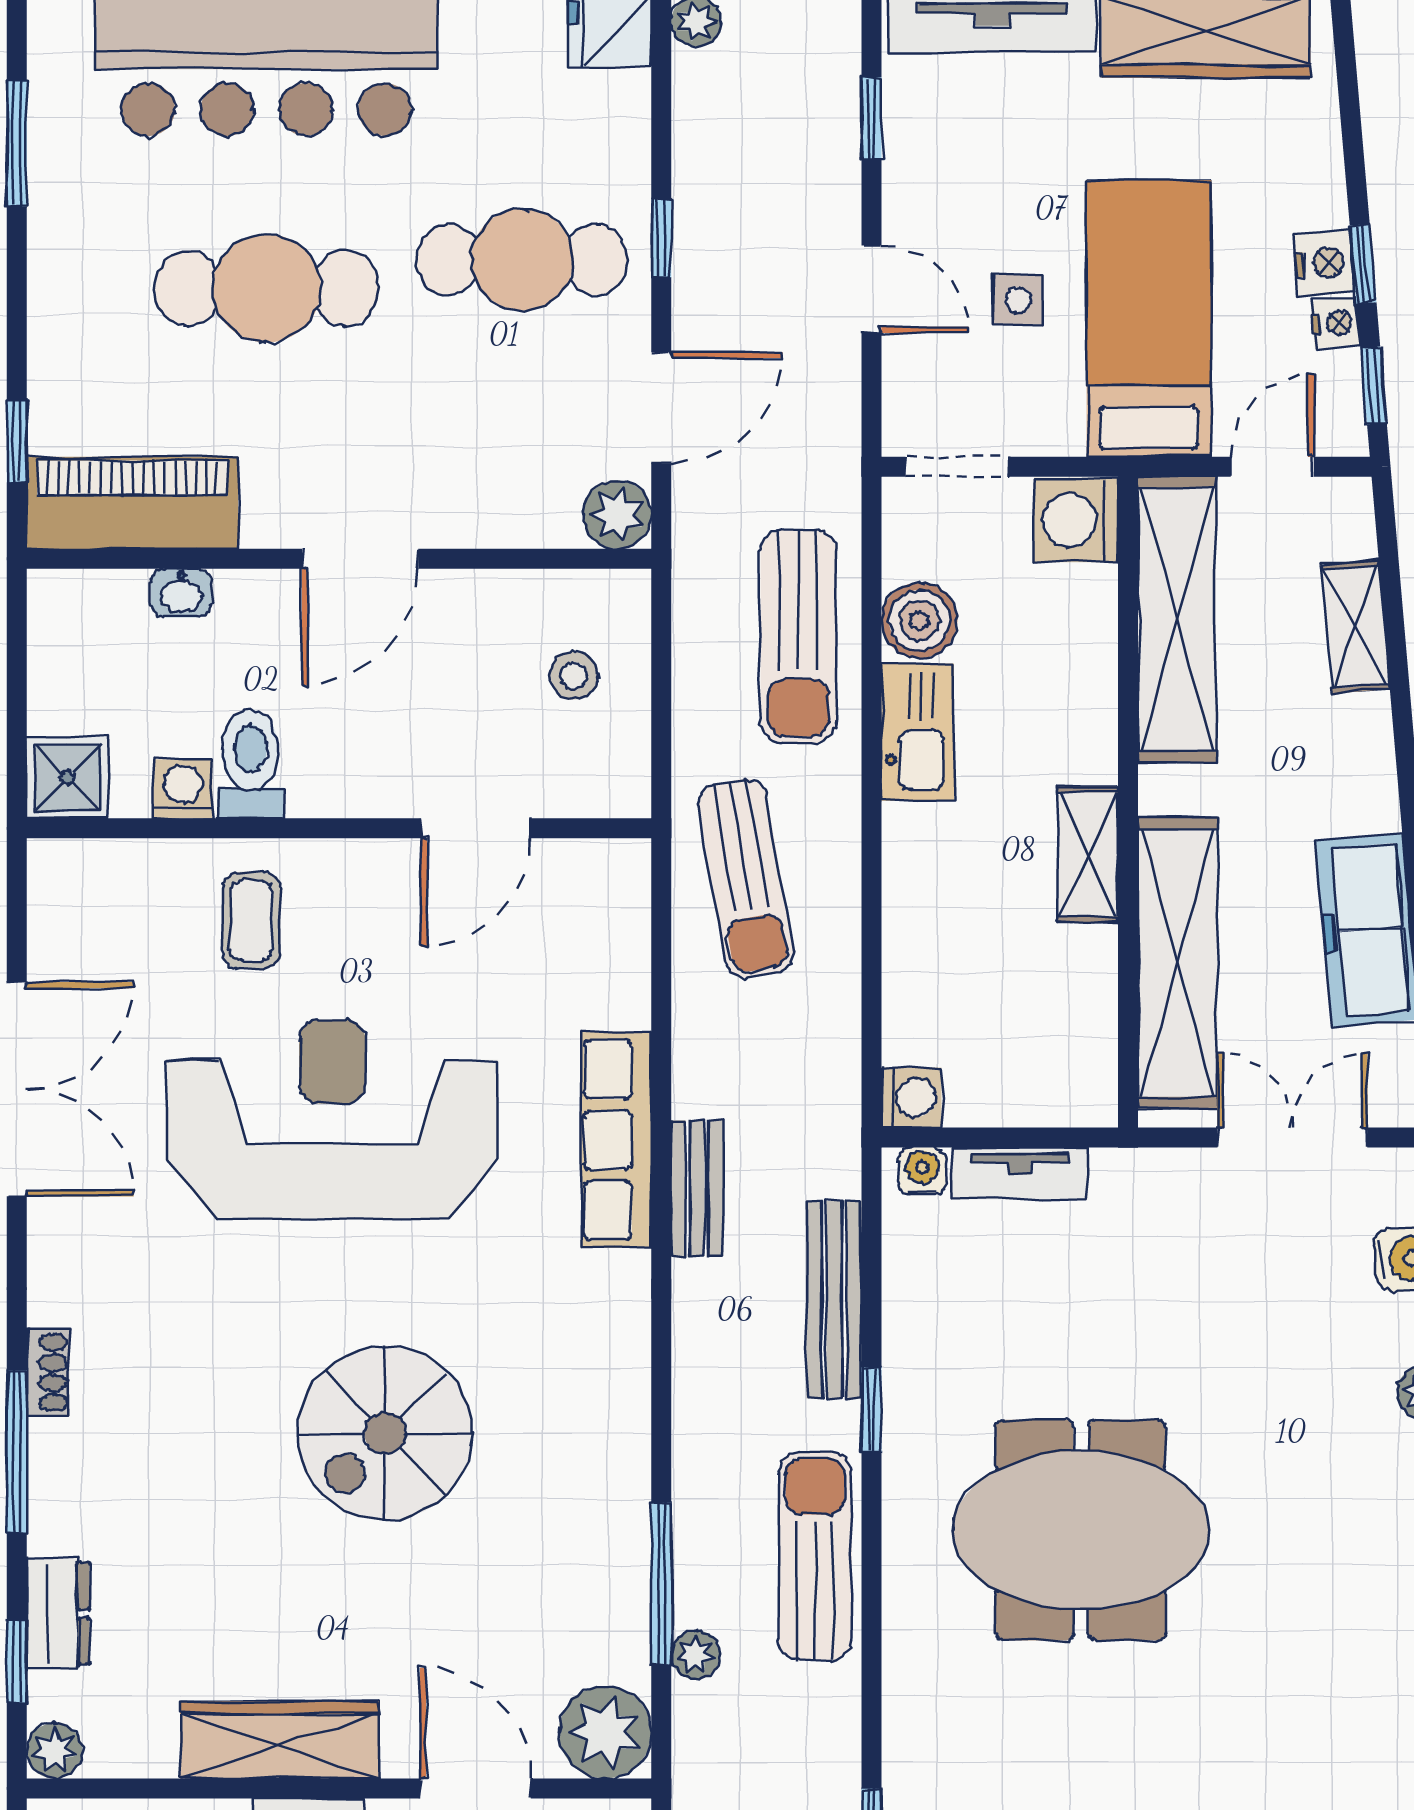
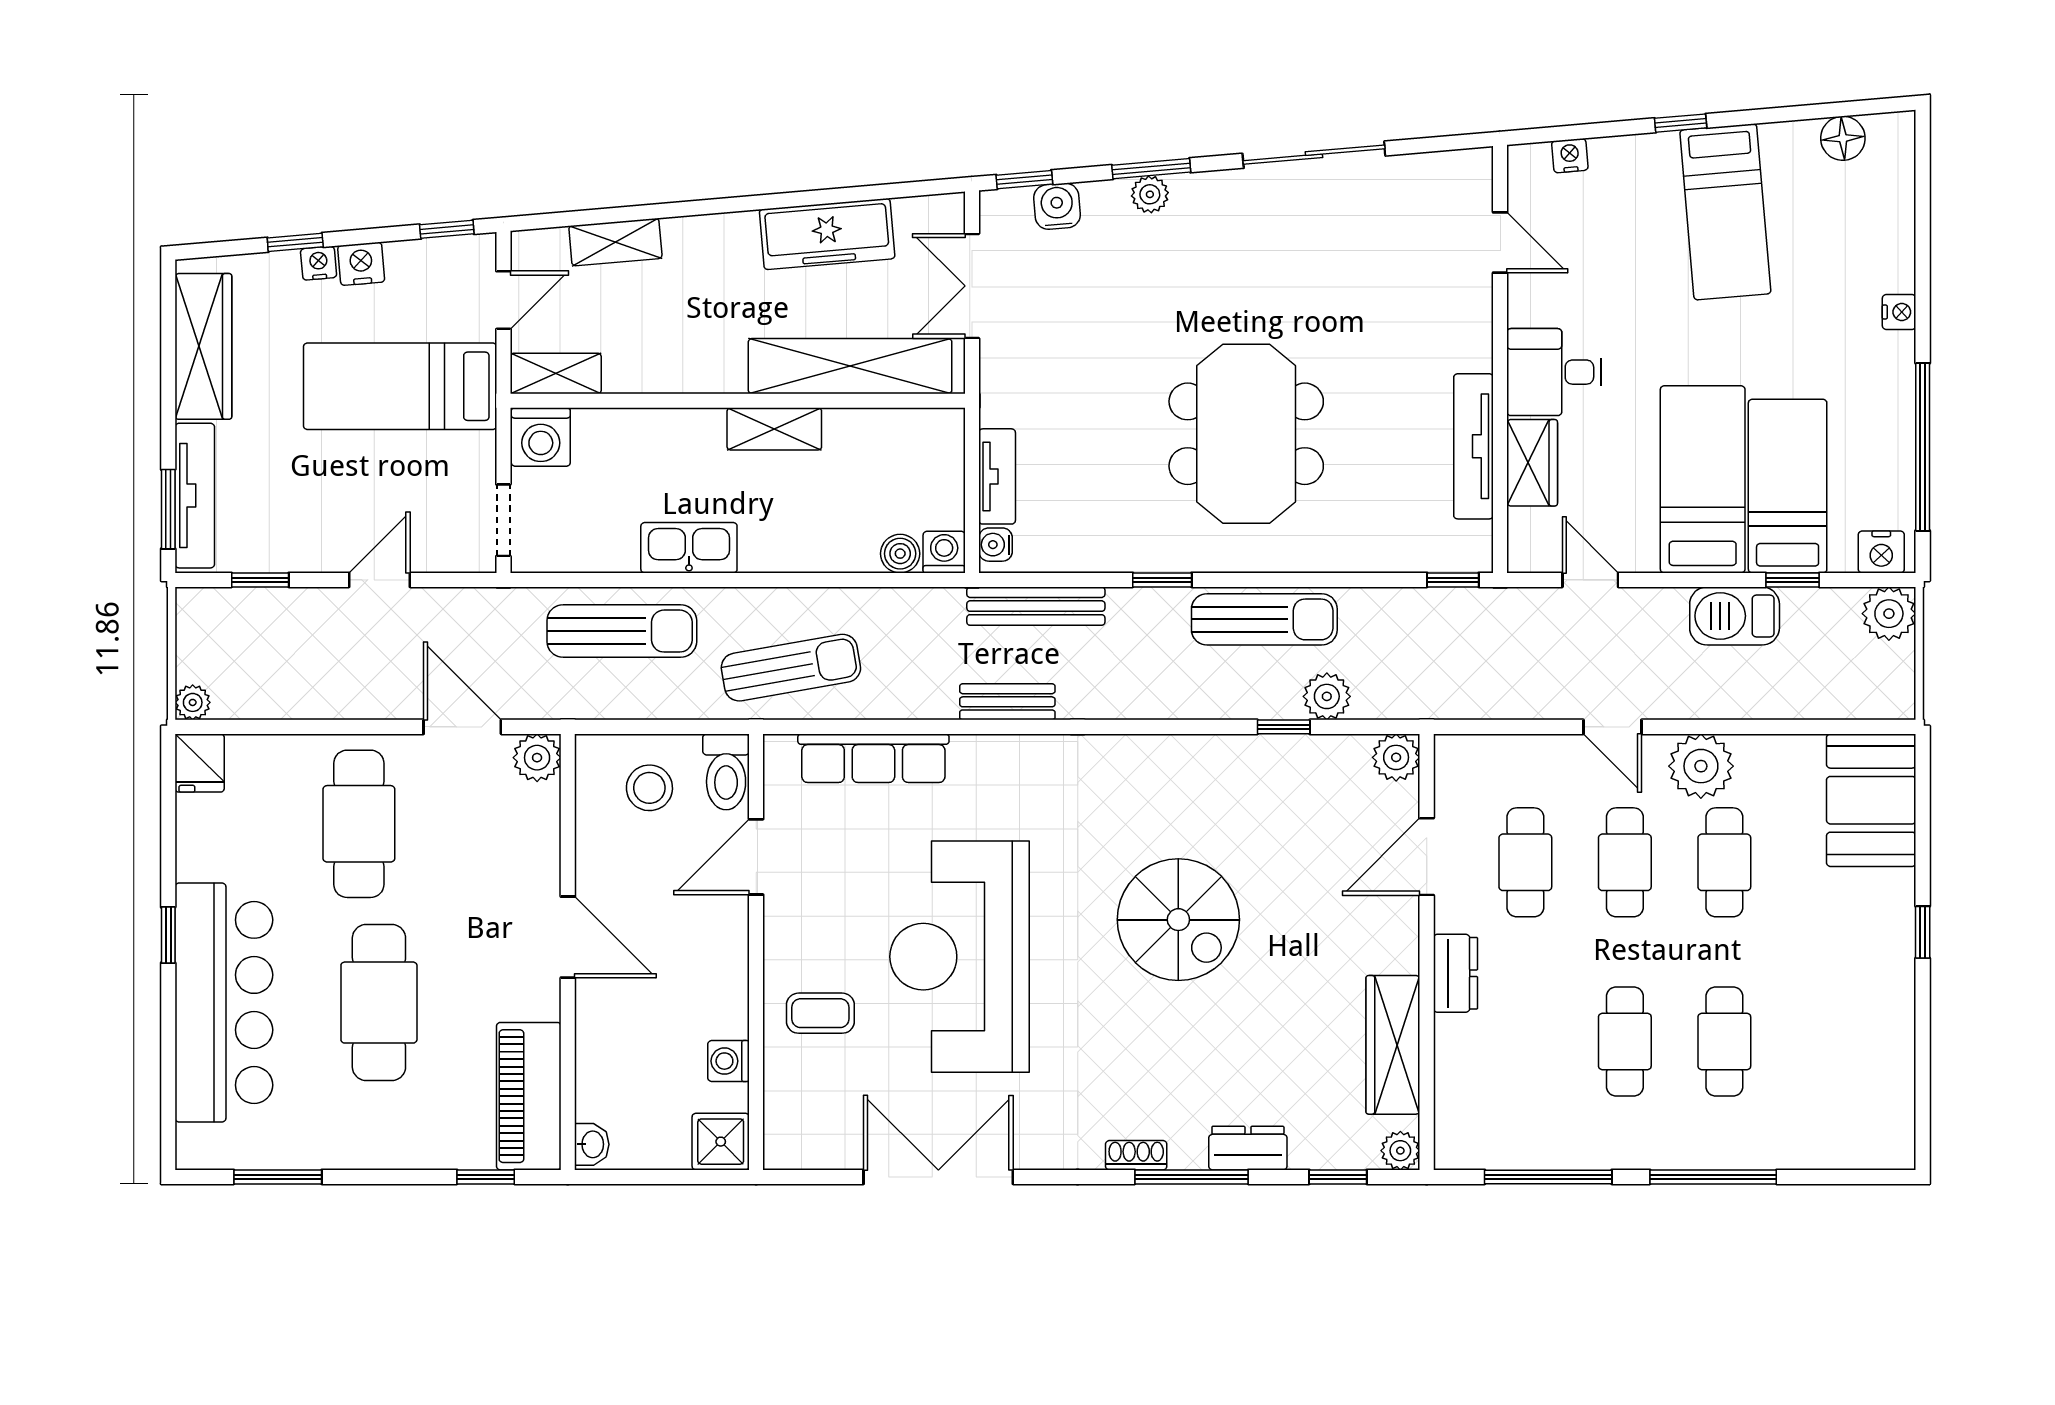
window: (661, 238) -> (344, 727), removed
window: (1363, 264) -> (295, 242), moved
side table: (1018, 300) -> (387, 477), removed
nightstand: (1335, 323) -> (319, 263), moved
door: (1272, 467) -> (503, 300), swing flipped
washbasin: (181, 593) -> (592, 1144), moved
boiler: (919, 620) -> (900, 554), moved, width x0.73, depth x0.73
shelving: (1177, 620) -> (556, 373), width x0.45, depth x0.75
stool: (574, 676) -> (649, 788), width x1.37, depth x1.37
toilet: (251, 764) -> (726, 772), moved, turned -90
door: (475, 828) -> (756, 857), swing flipped
row of seats: (616, 1140) -> (873, 758), moved
bench: (834, 1300) -> (1036, 606), moved
sun lounger: (815, 1556) -> (1264, 619), turned 180
window: (661, 1584) -> (1284, 727), width x0.46
dresser: (58, 1613) -> (1248, 1148), moved
plant: (696, 1655) -> (1327, 696), width x1.38, depth x1.38
plant: (605, 1732) -> (1396, 757), width x0.73, depth x0.73
wardrobe: (280, 1740) -> (1393, 1045), moved

